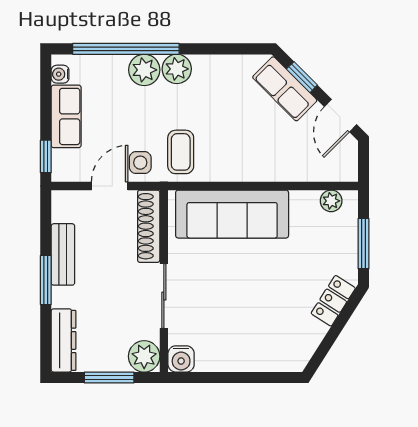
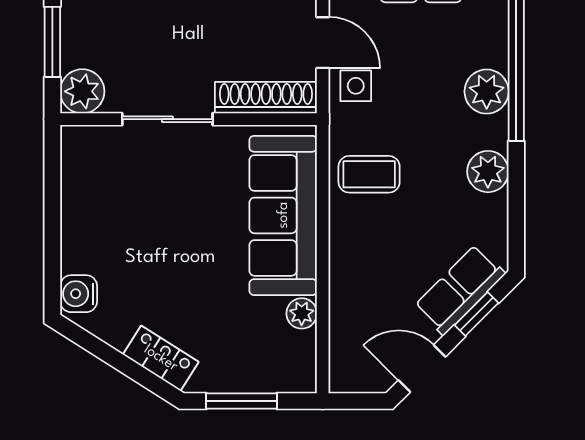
plant: (177, 69) -> (488, 172), moved
coffee table: (181, 152) -> (369, 174), moved
plant: (331, 201) -> (302, 313), moved
water cooler: (181, 359) -> (79, 294), moved

